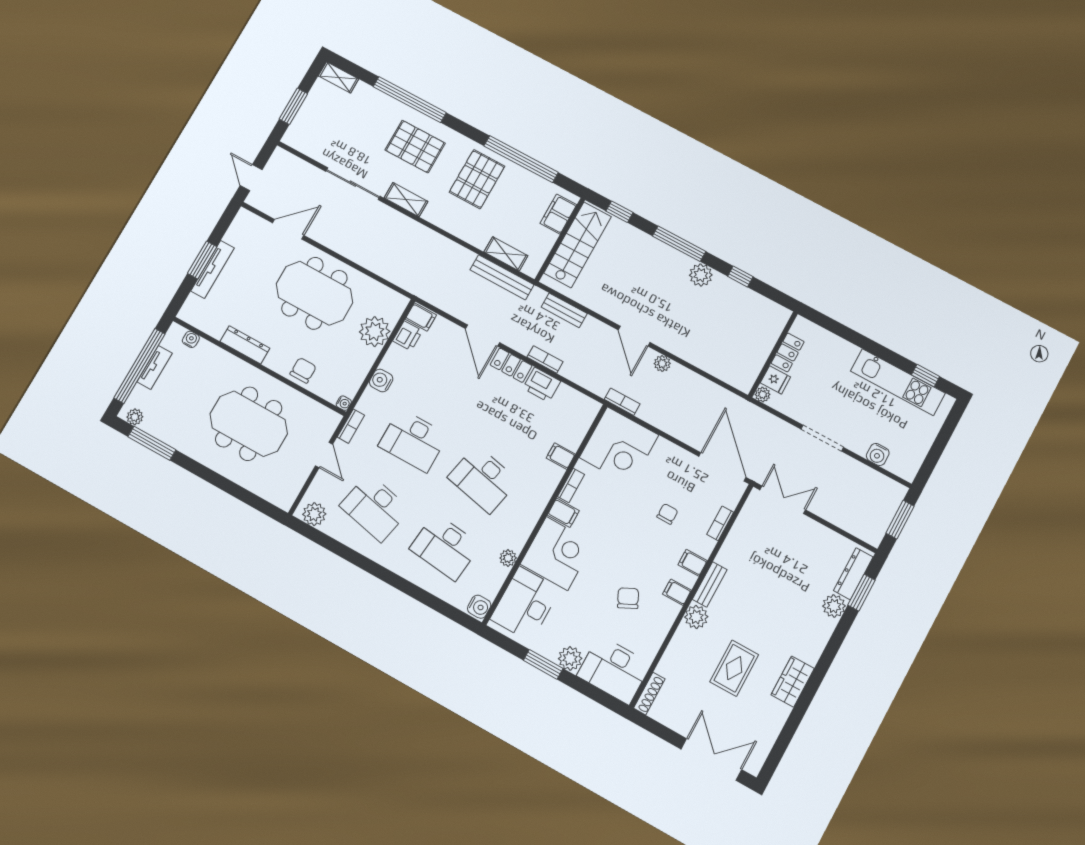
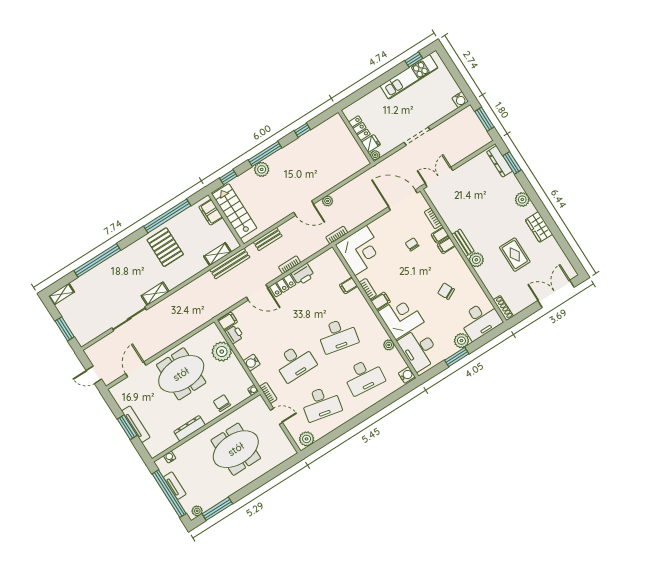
pallet: (415, 147) -> (127, 272), removed
plant: (701, 275) -> (262, 169), moved
water cooler: (878, 454) -> (460, 100), moved
filing cabinet: (677, 592) -> (440, 235), moved
plant: (834, 606) -> (522, 199), moved

